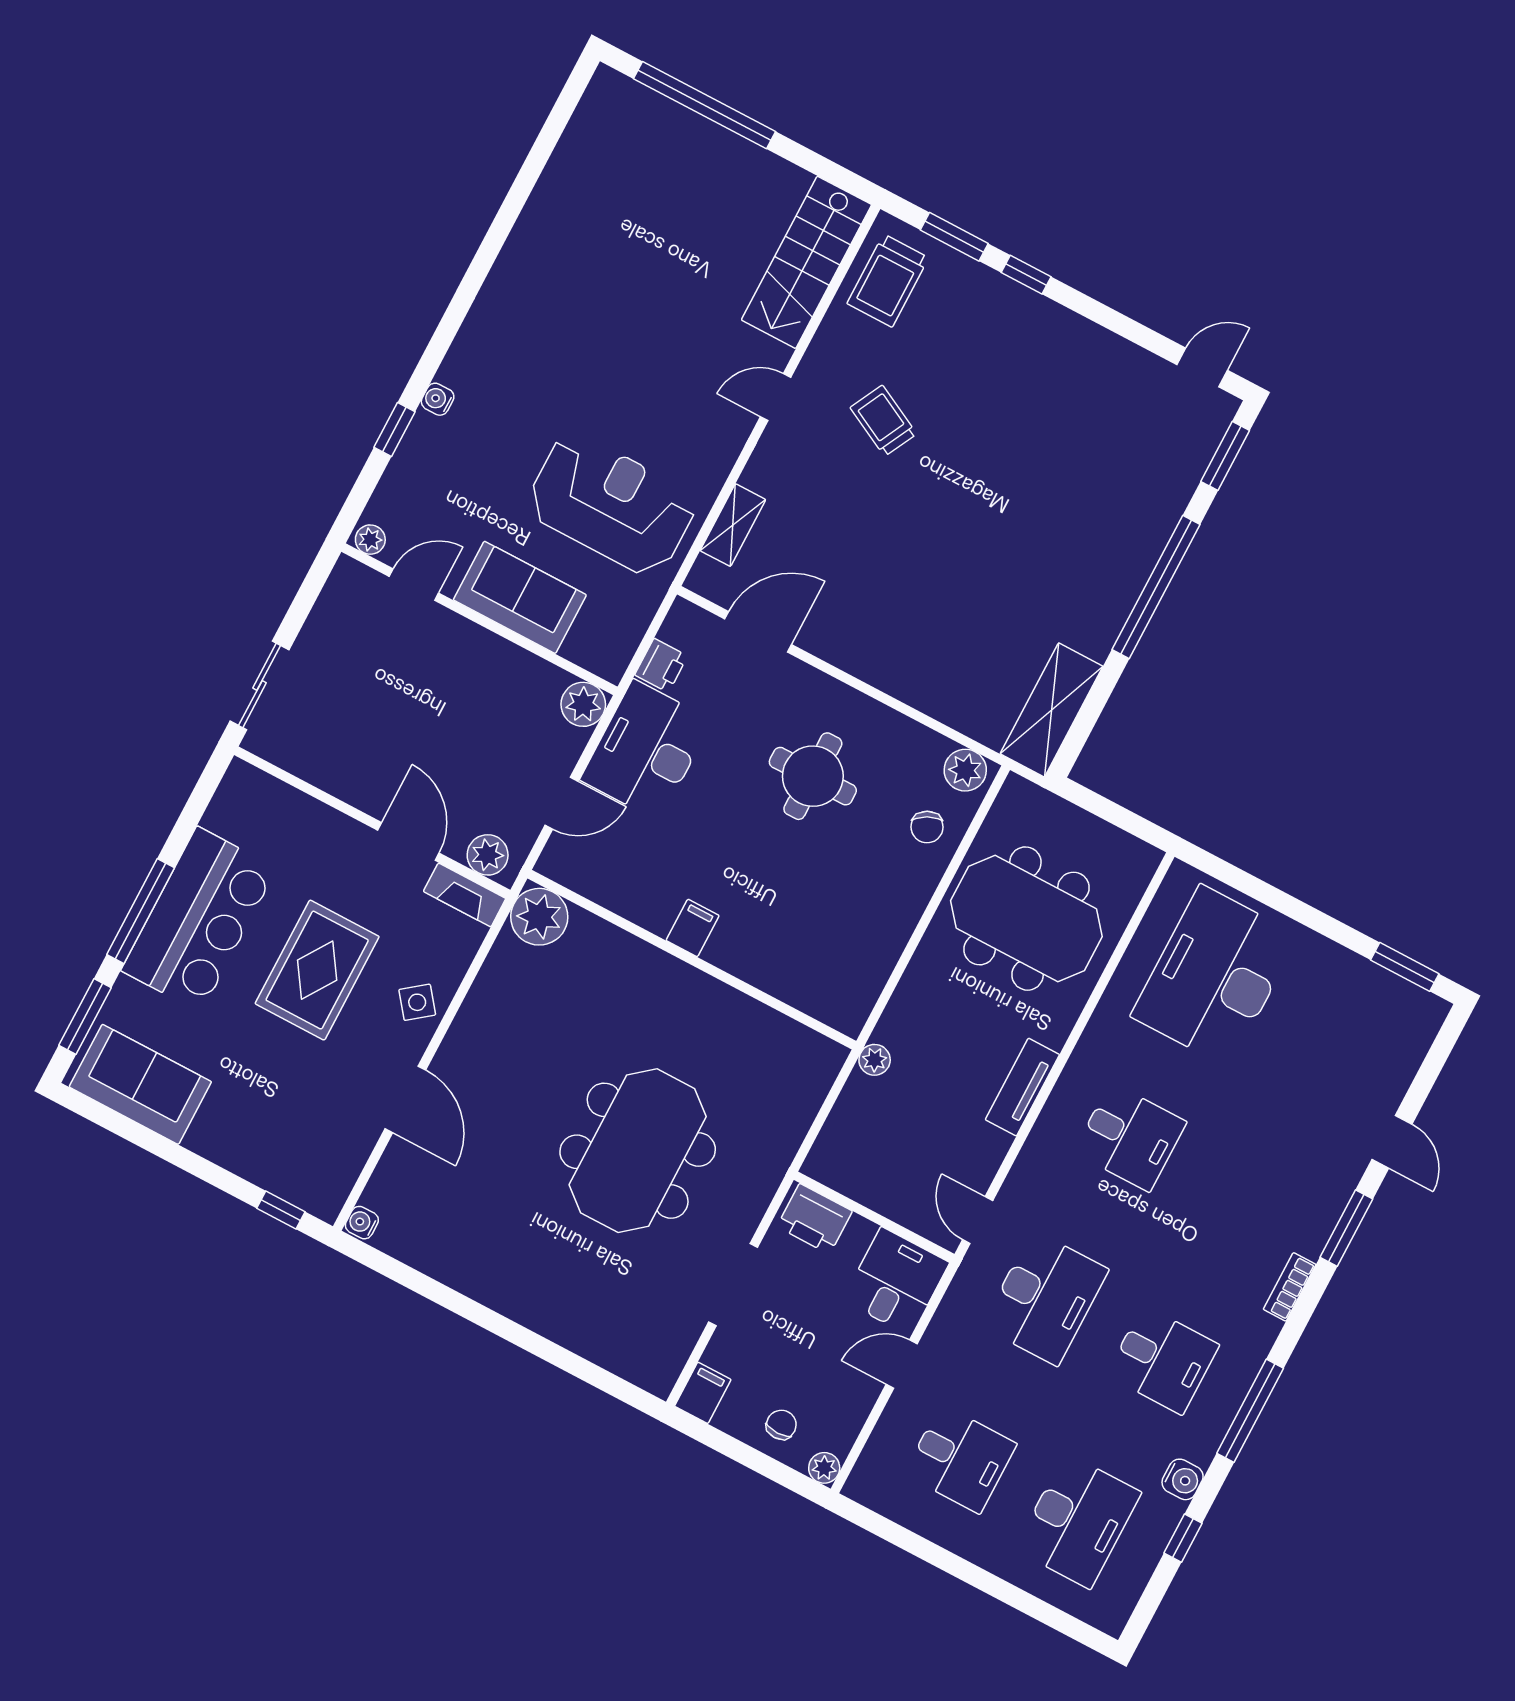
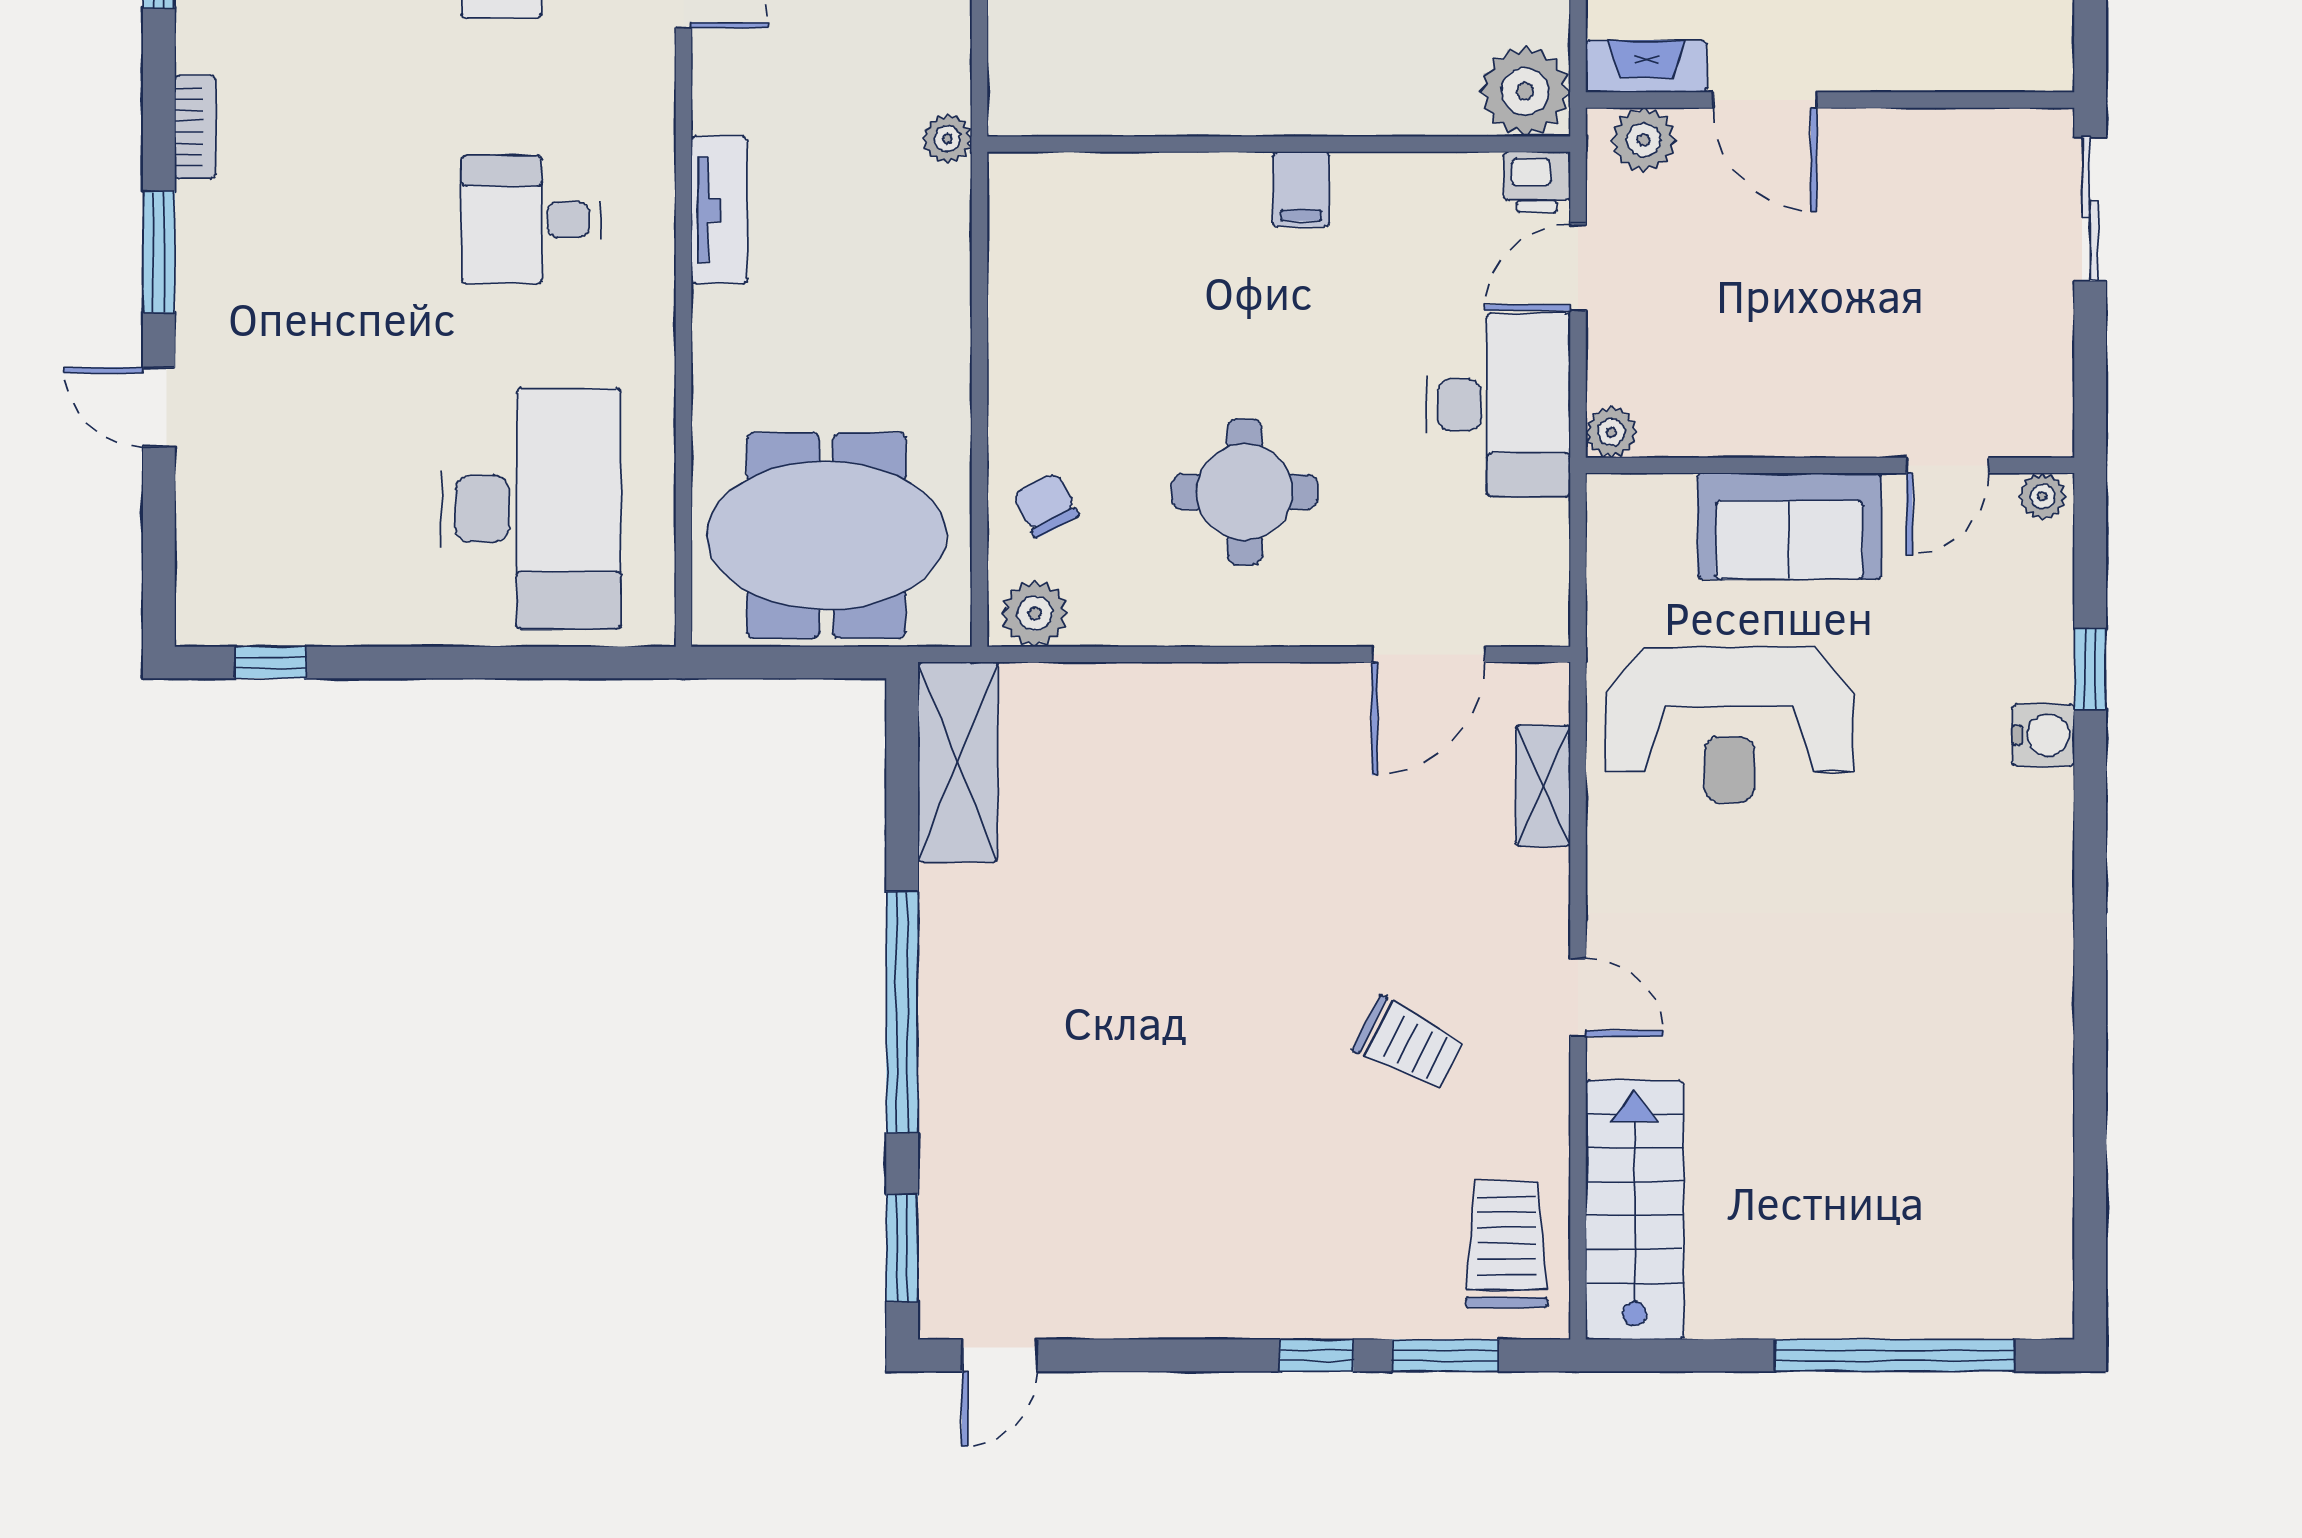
door: (776, 397) -> (1578, 997), hinge flipped
water cooler: (438, 399) -> (2043, 735), width x1.38, depth x1.38
printer: (661, 665) -> (1537, 182), moved, turned -90
plant: (583, 704) -> (1611, 432), width x0.73, depth x0.73
meeting table: (1026, 919) -> (826, 536), moved
window: (1405, 967) -> (271, 663), width x0.67

